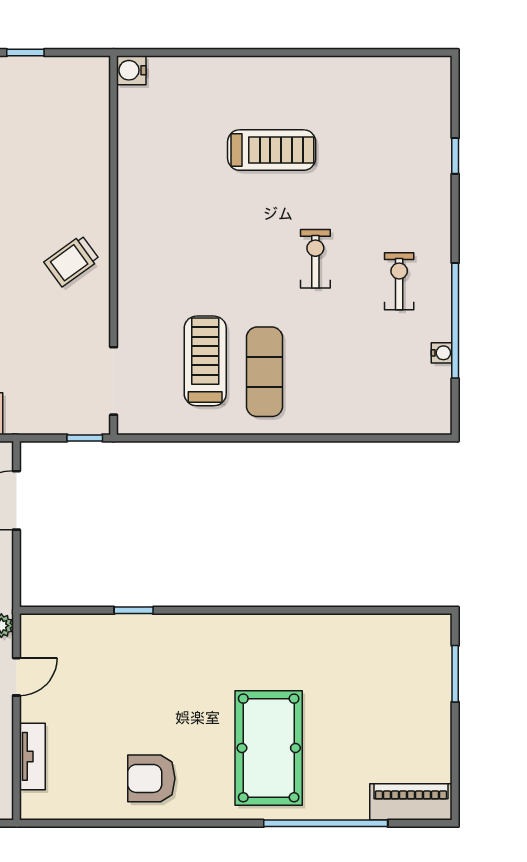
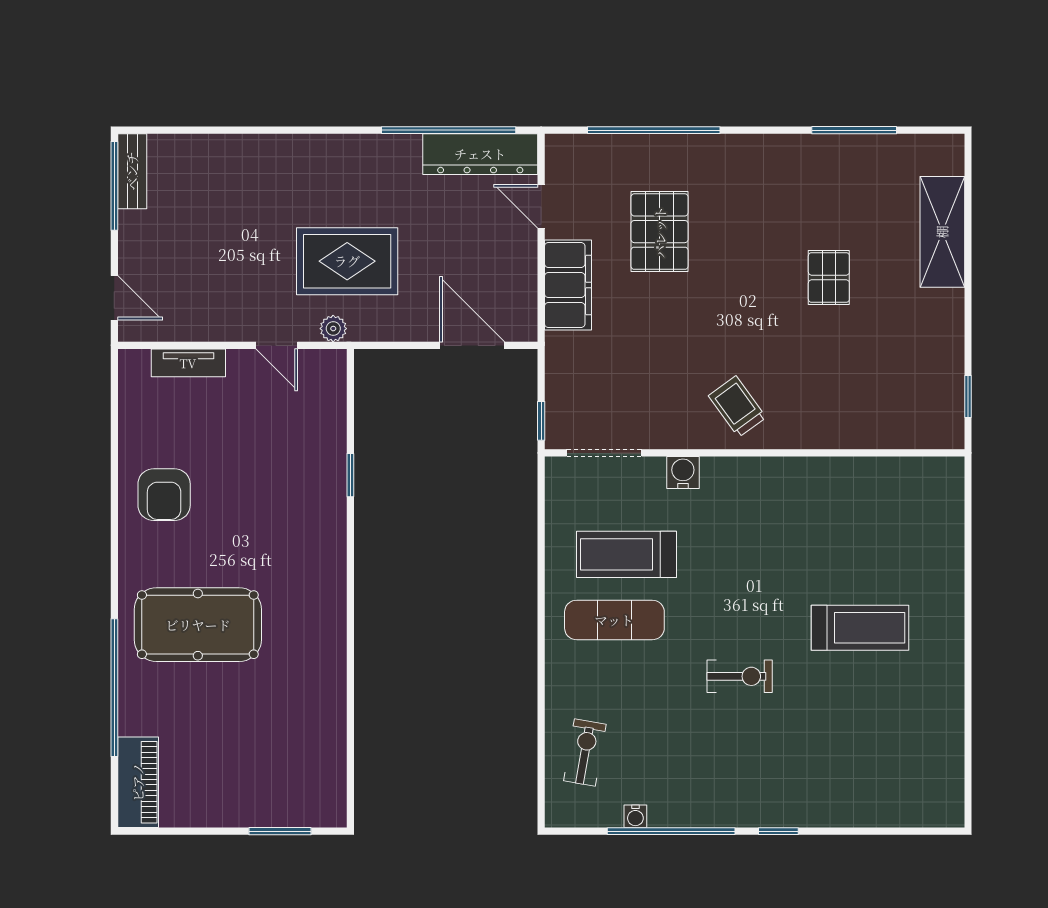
window: (25, 53) -> (968, 396), moved
water cooler: (131, 70) -> (683, 472), moved
treadmill: (272, 150) -> (860, 628), turned -90
window: (455, 156) -> (778, 831), moved
exercise bike: (399, 281) -> (585, 753), moved, turned -80
treadmill: (205, 361) -> (626, 554), turned 180
armchair: (151, 778) -> (164, 495), turned 180

